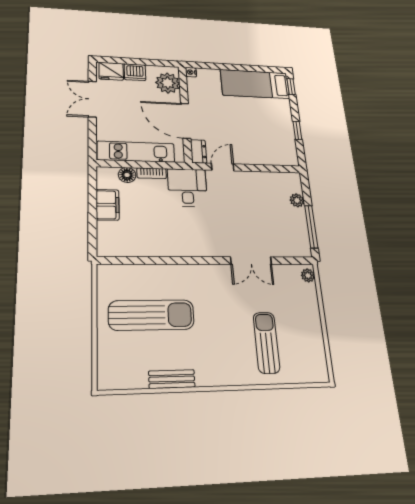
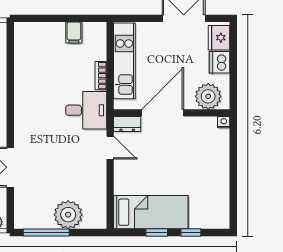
bed: (255, 84) -> (151, 212), moved, turned 90
window: (291, 87) -> (191, 232), moved
floor lamp: (127, 175) -> (98, 52), removed
plant: (297, 200) -> (68, 215), width x1.88, depth x1.88
filing cabinet: (107, 205) -> (74, 32), width x0.50

